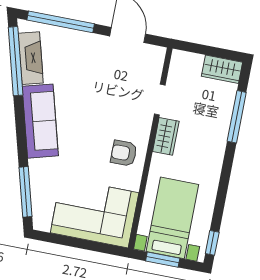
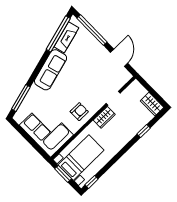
window: (237, 117) -> (144, 131), width x0.46
armchair: (124, 153) -> (79, 112), turned 90

